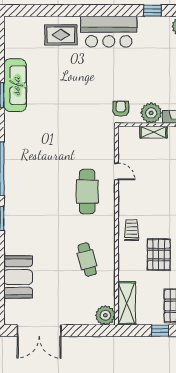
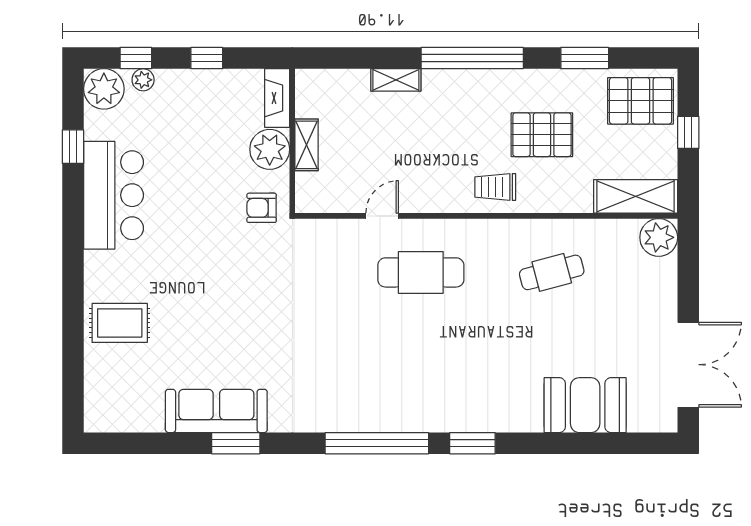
bar counter: (109, 32) -> (114, 195), moved
rug: (61, 35) -> (120, 323), turned 90

